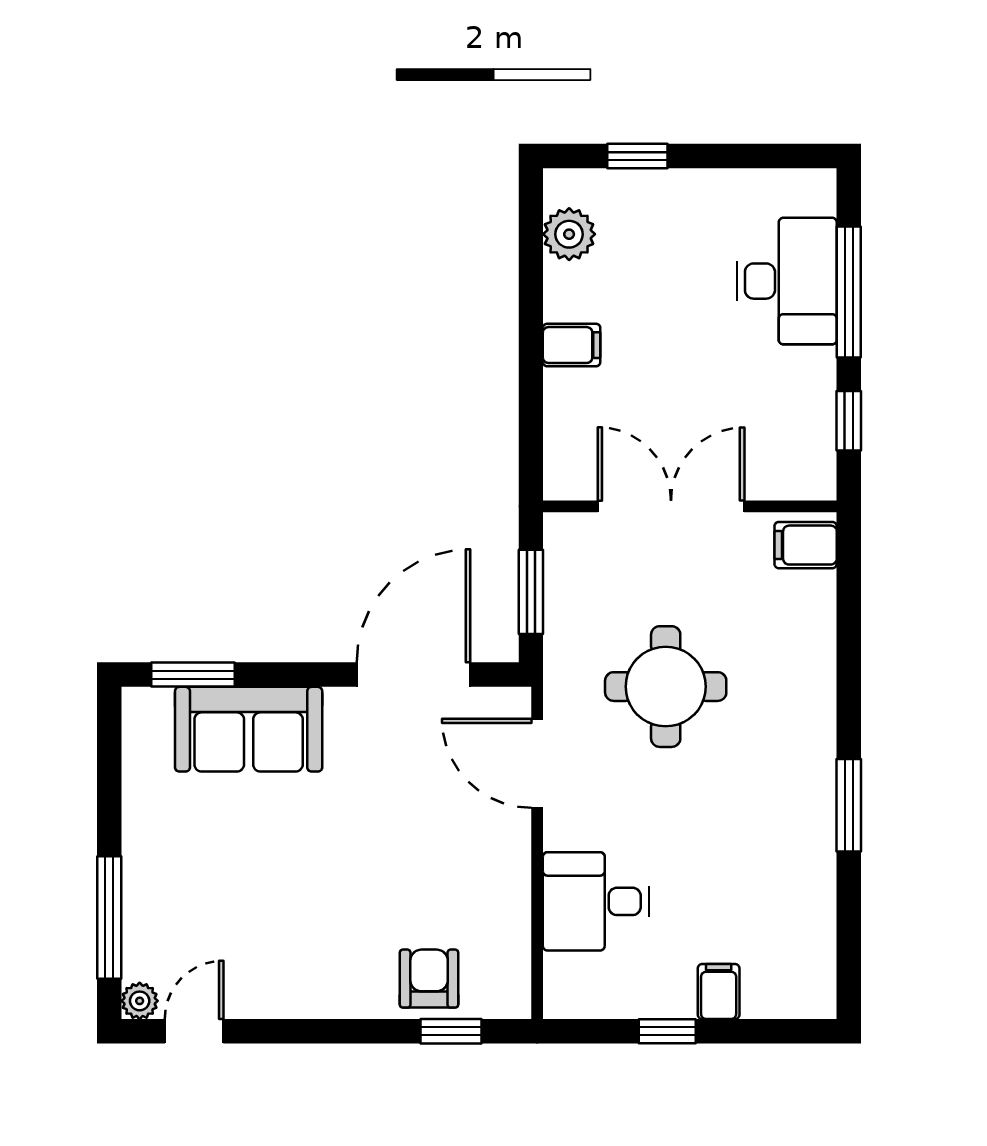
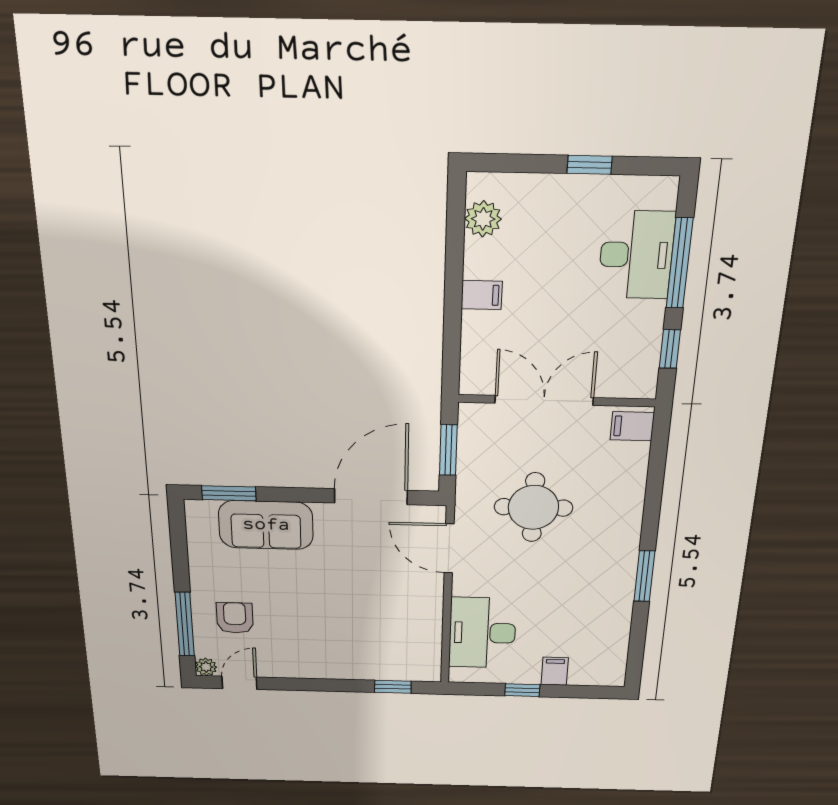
window: (637, 156) -> (590, 165), moved
desk: (596, 901) -> (482, 633), width x1.37
armchair: (429, 979) -> (235, 618), moved

